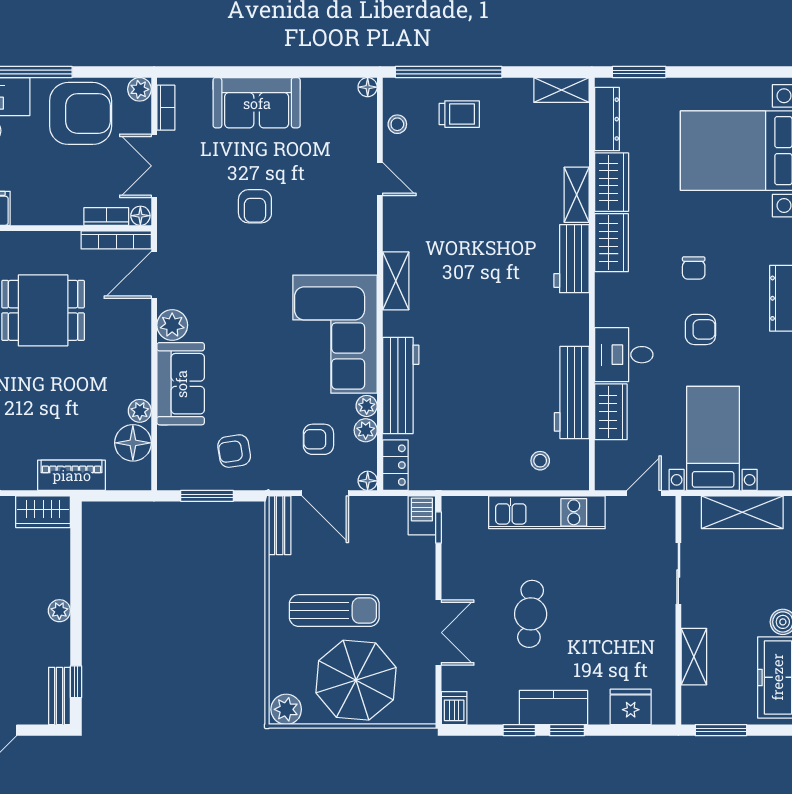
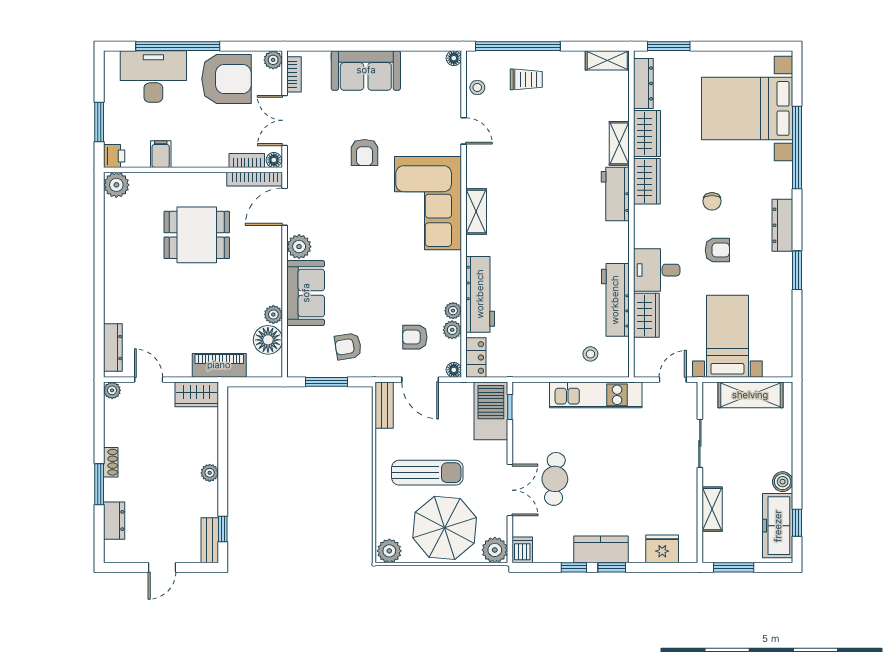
corner sofa: (335, 334) -> (428, 203), moved
barbecue: (422, 515) -> (491, 411), width x1.88, depth x1.53
cafe table: (531, 614) -> (555, 479), moved
plant: (419, 708) -> (495, 550), added

